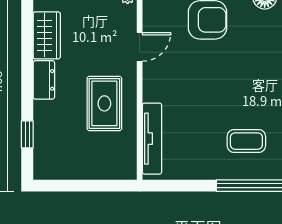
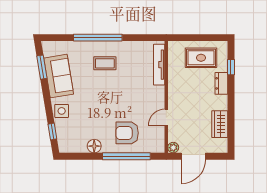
dresser: (44, 80) -> (221, 83), moved
rug: (104, 103) -> (201, 58), moved, turned 90

